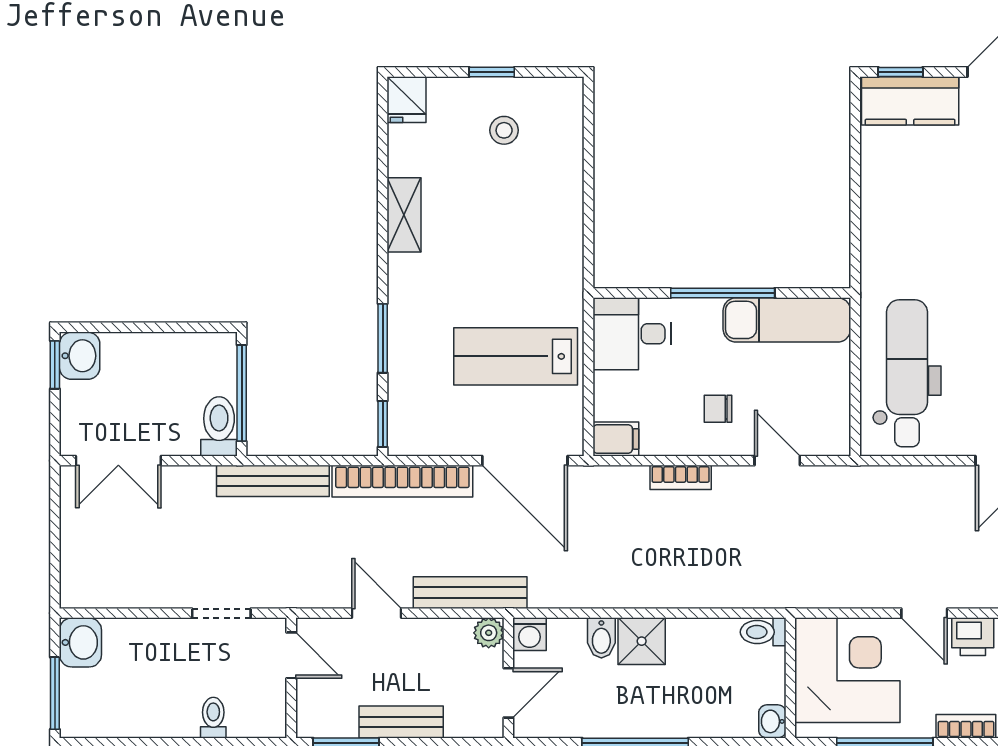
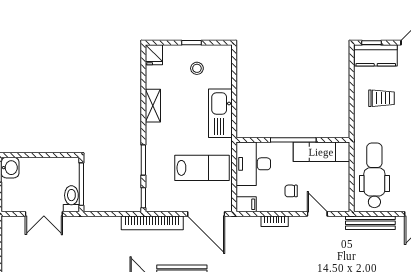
trolley: (923, 198) -> (382, 98), added
kitchen sink: (557, 232) -> (220, 113), added
desk: (632, 334) -> (253, 164), width x1.37
lab bench: (516, 356) -> (202, 168), turned 180
double door: (118, 461) -> (44, 214), moved
bench: (273, 481) -> (370, 223), moved

